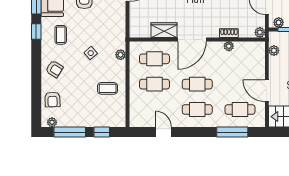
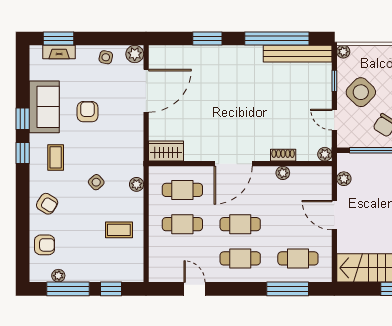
plant: (279, 22) -> (350, 141), removed
wardrobe: (164, 30) -> (166, 151), moved
door: (267, 91) -> (334, 215), moved
armchair: (52, 99) -> (45, 245), turned -88
plant: (52, 122) -> (58, 276), moved

